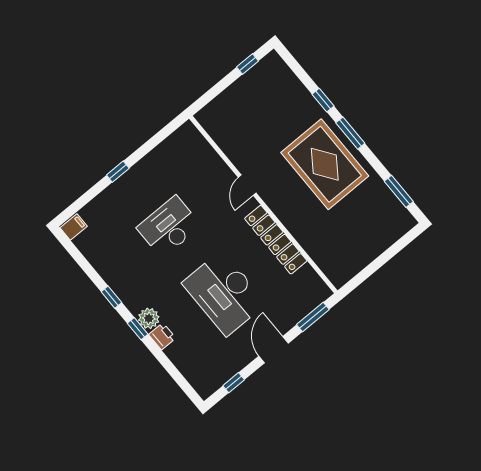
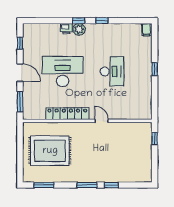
window: (248, 64) -> (155, 139), moved
rug: (325, 164) -> (50, 151), moved

